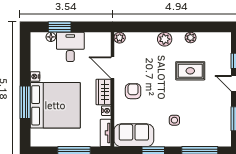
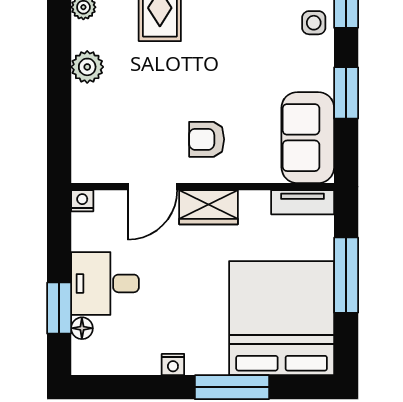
plant: (120, 38) -> (84, 170), removed
bed: (55, 105) -> (282, 318), moved
nightstand: (106, 111) -> (82, 201), moved
side table: (174, 120) -> (314, 23), moved

